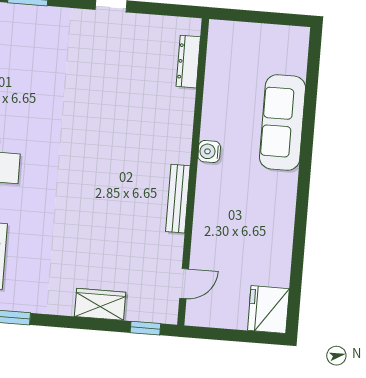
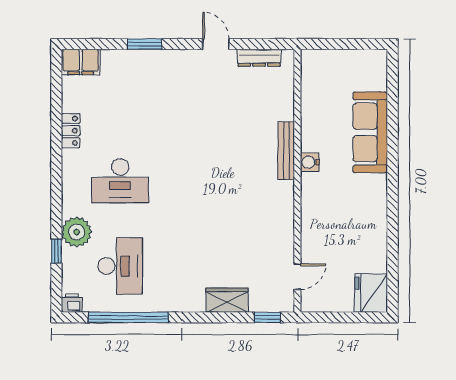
dresser: (188, 62) -> (259, 58), moved, turned -90
bench: (178, 199) -> (286, 151), moved

